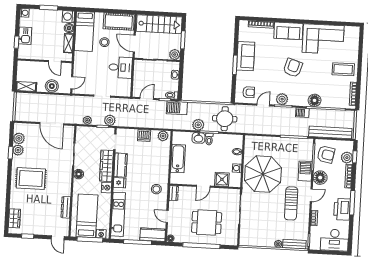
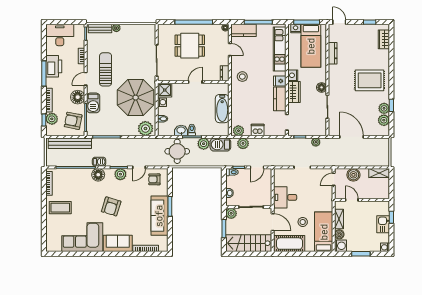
sofa: (246, 56) -> (159, 216), width x1.36
floor lamp: (315, 100) -> (98, 175), moved
barbecue: (177, 108) -> (220, 145), moved, turned 180
plant: (110, 120) -> (243, 143), moved
washbasin: (198, 138) -> (181, 131), moved
plant: (255, 143) -> (145, 128), added
wardrobe: (106, 166) -> (294, 92), width x0.67
shower: (222, 179) -> (165, 90), moved

